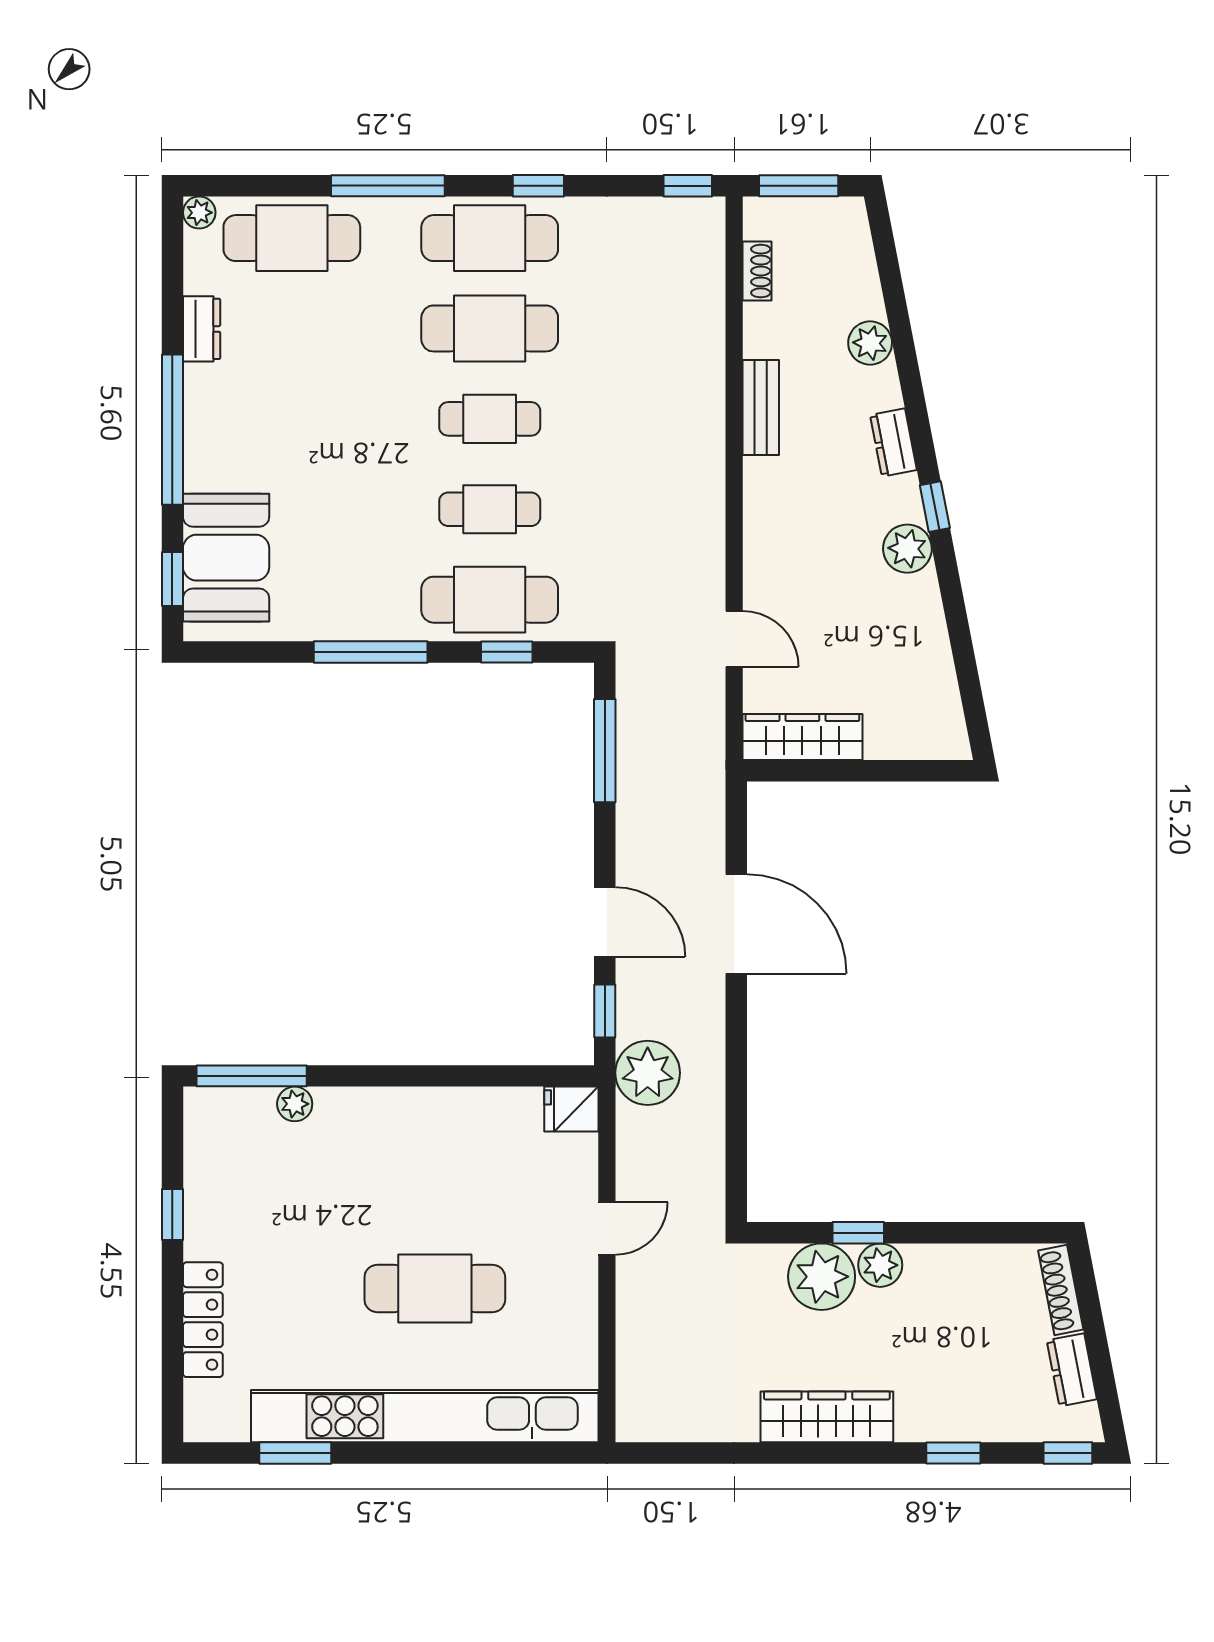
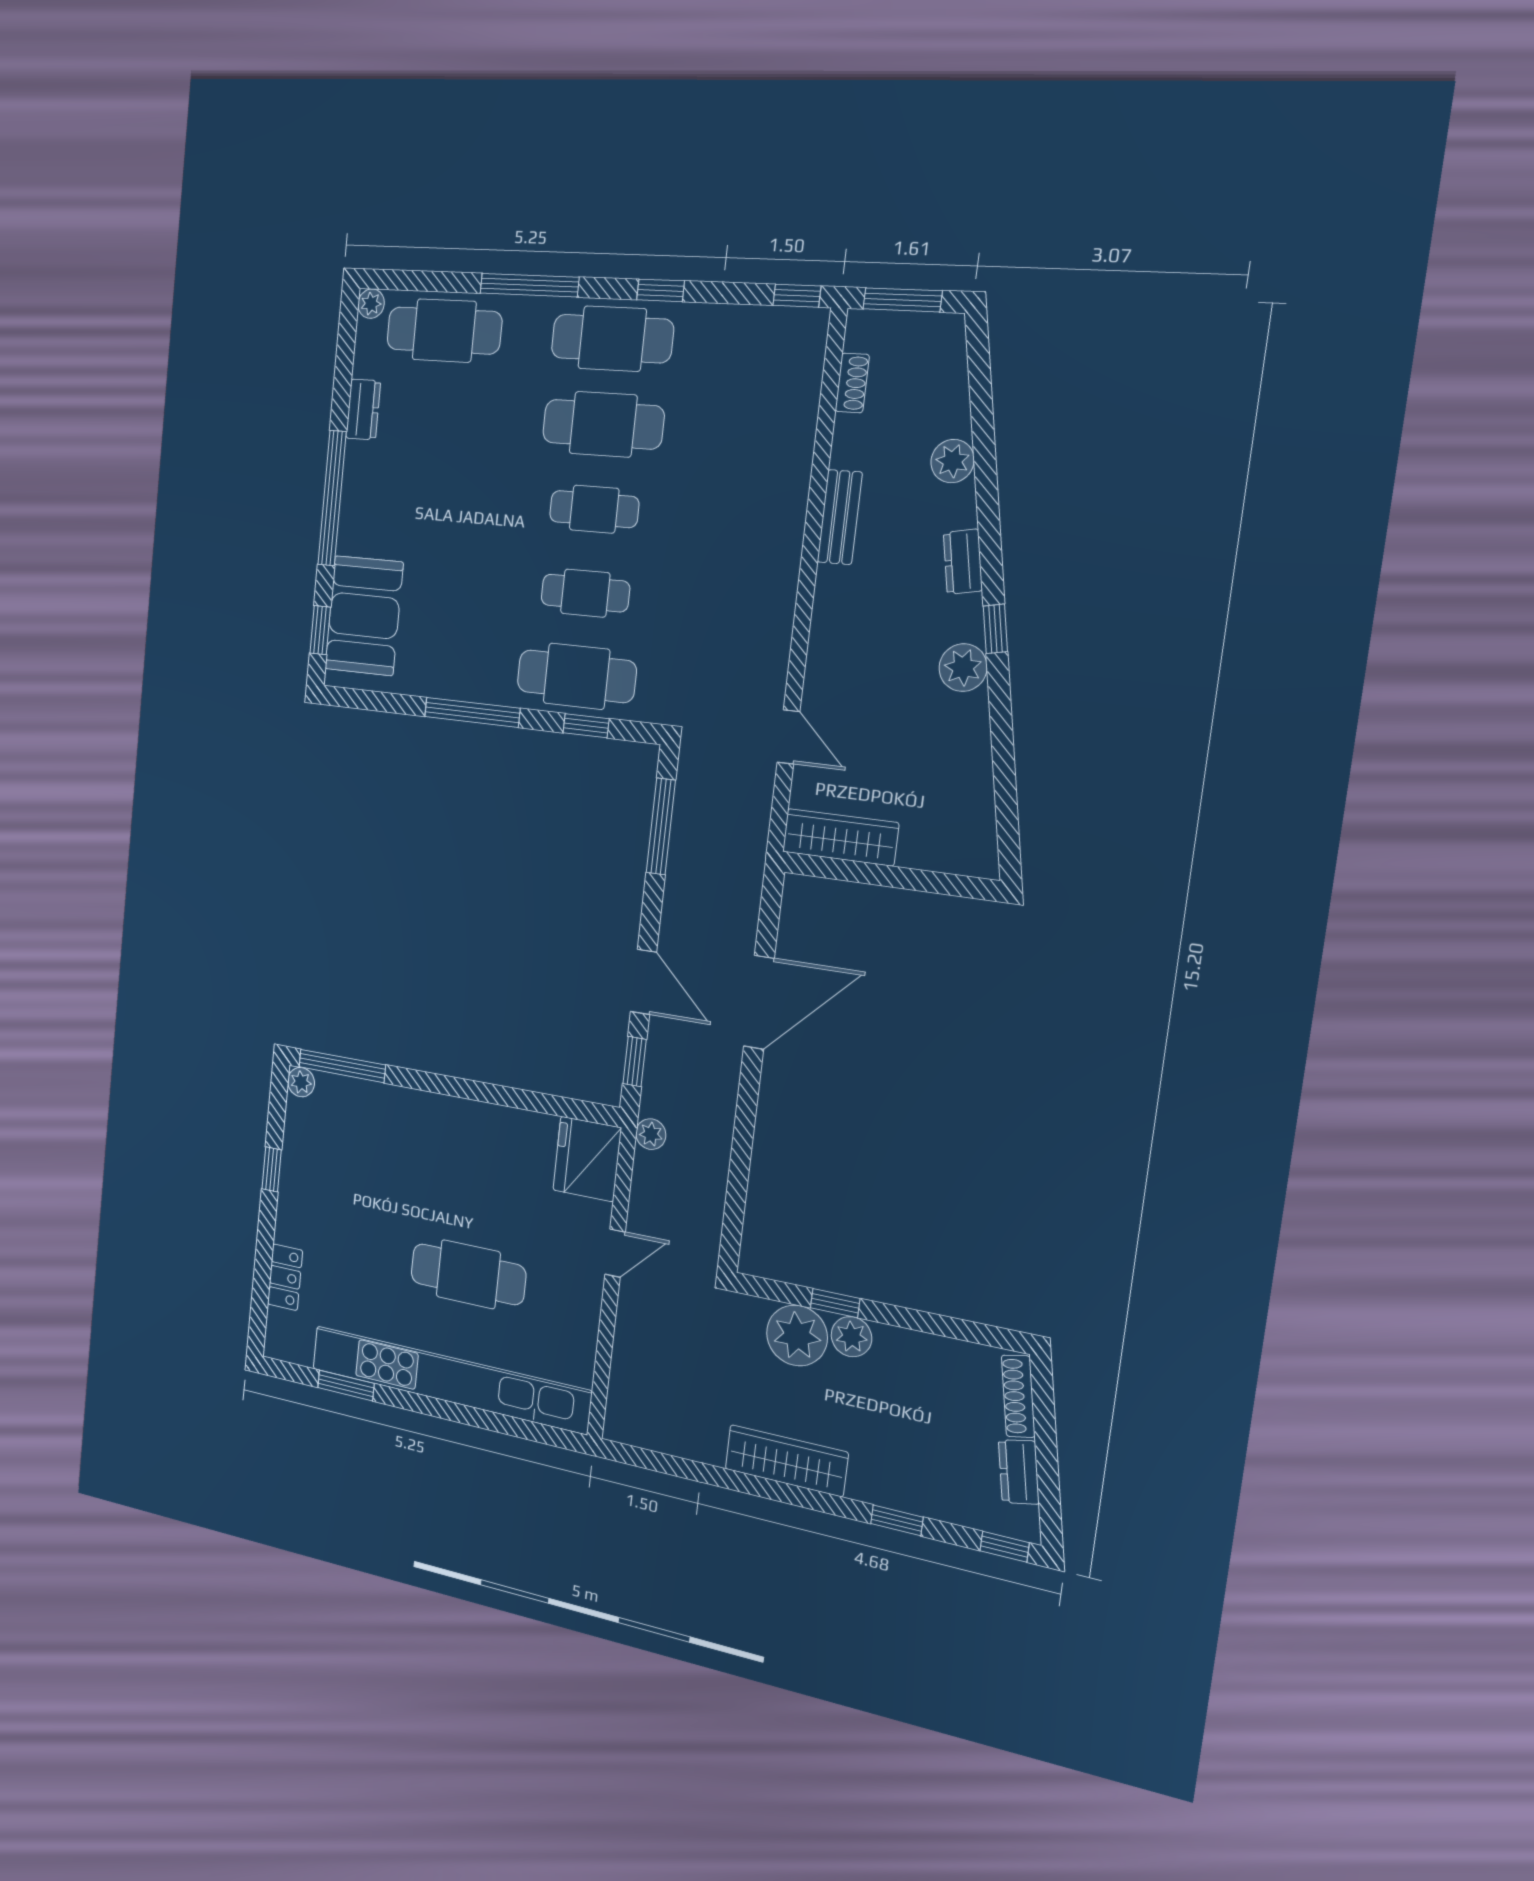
door: (736, 924) -> (759, 1002), hinge flipped
plant: (648, 1073) -> (651, 1134), width x0.53, depth x0.53
plant: (295, 1104) -> (301, 1082), moved
fridge: (571, 1109) -> (587, 1159), width x1.88, depth x1.34
locker: (203, 1320) -> (285, 1277), width x0.66

